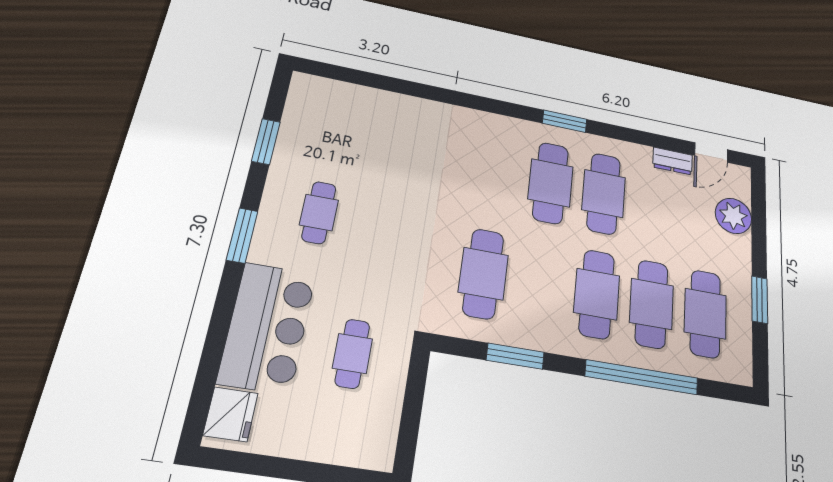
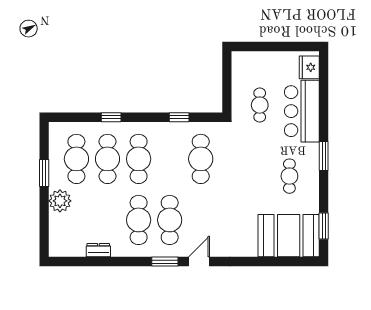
booth: (342, 115) -> (289, 236), added
window: (266, 141) -> (324, 226), moved
door: (711, 152) -> (199, 262), moved
plant: (733, 216) -> (60, 201), moved
window: (515, 356) -> (179, 117), width x0.67
window: (642, 377) -> (111, 117), width x0.32

